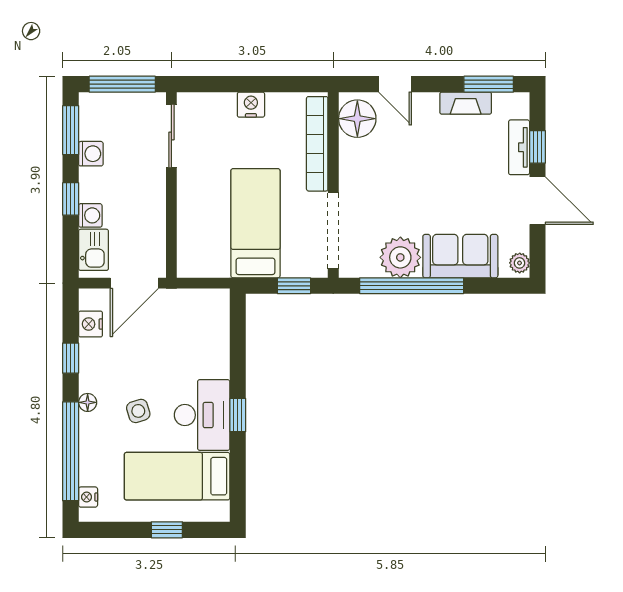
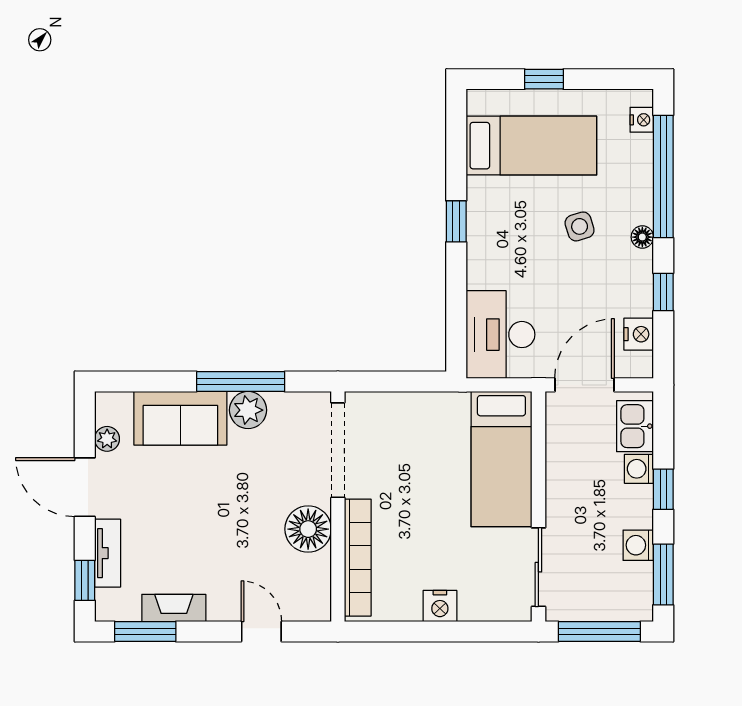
floor lamp: (357, 119) -> (308, 529), moved
window: (538, 147) -> (85, 580), moved
bed: (255, 223) -> (501, 459), moved
plant: (400, 257) -> (248, 410), width x0.73, depth x0.73
plant: (520, 263) -> (107, 439), moved
window: (294, 286) -> (387, 382), removed
window: (412, 286) -> (241, 382), width x0.68
desk: (202, 415) -> (501, 335), moved

